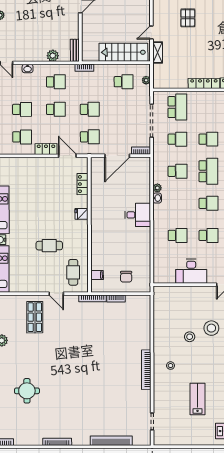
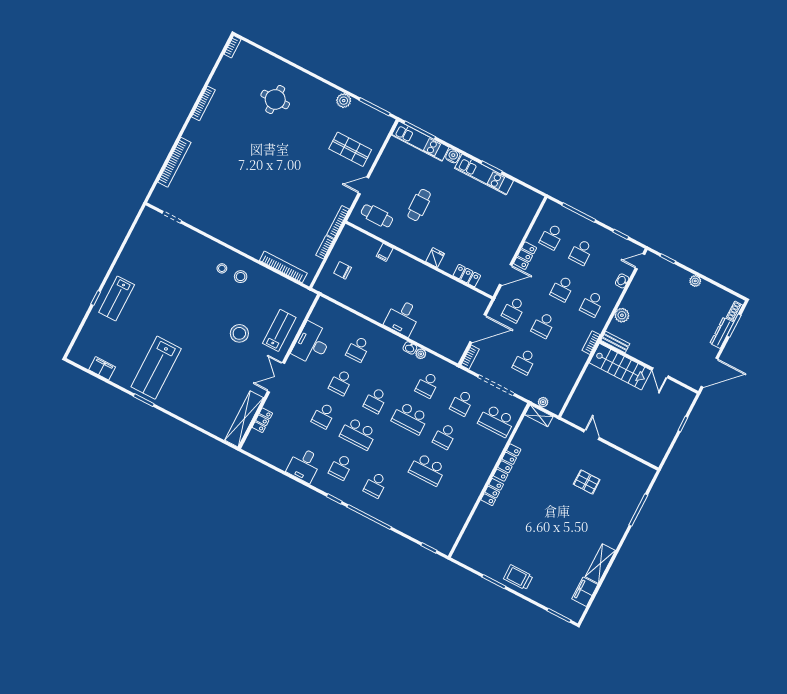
stairs: (123, 52) -> (620, 367), moved, turned 90
shelving: (158, 52) -> (539, 416), moved
school desk: (124, 82) -> (524, 362), moved
door: (117, 156) -> (478, 329), swing flipped
filing cabinet: (97, 275) -> (385, 252), moved
stool: (190, 337) -> (241, 277), moved
bookcase: (146, 370) -> (283, 267), moved
lab bench: (197, 399) -> (279, 330), moved, turned -90

